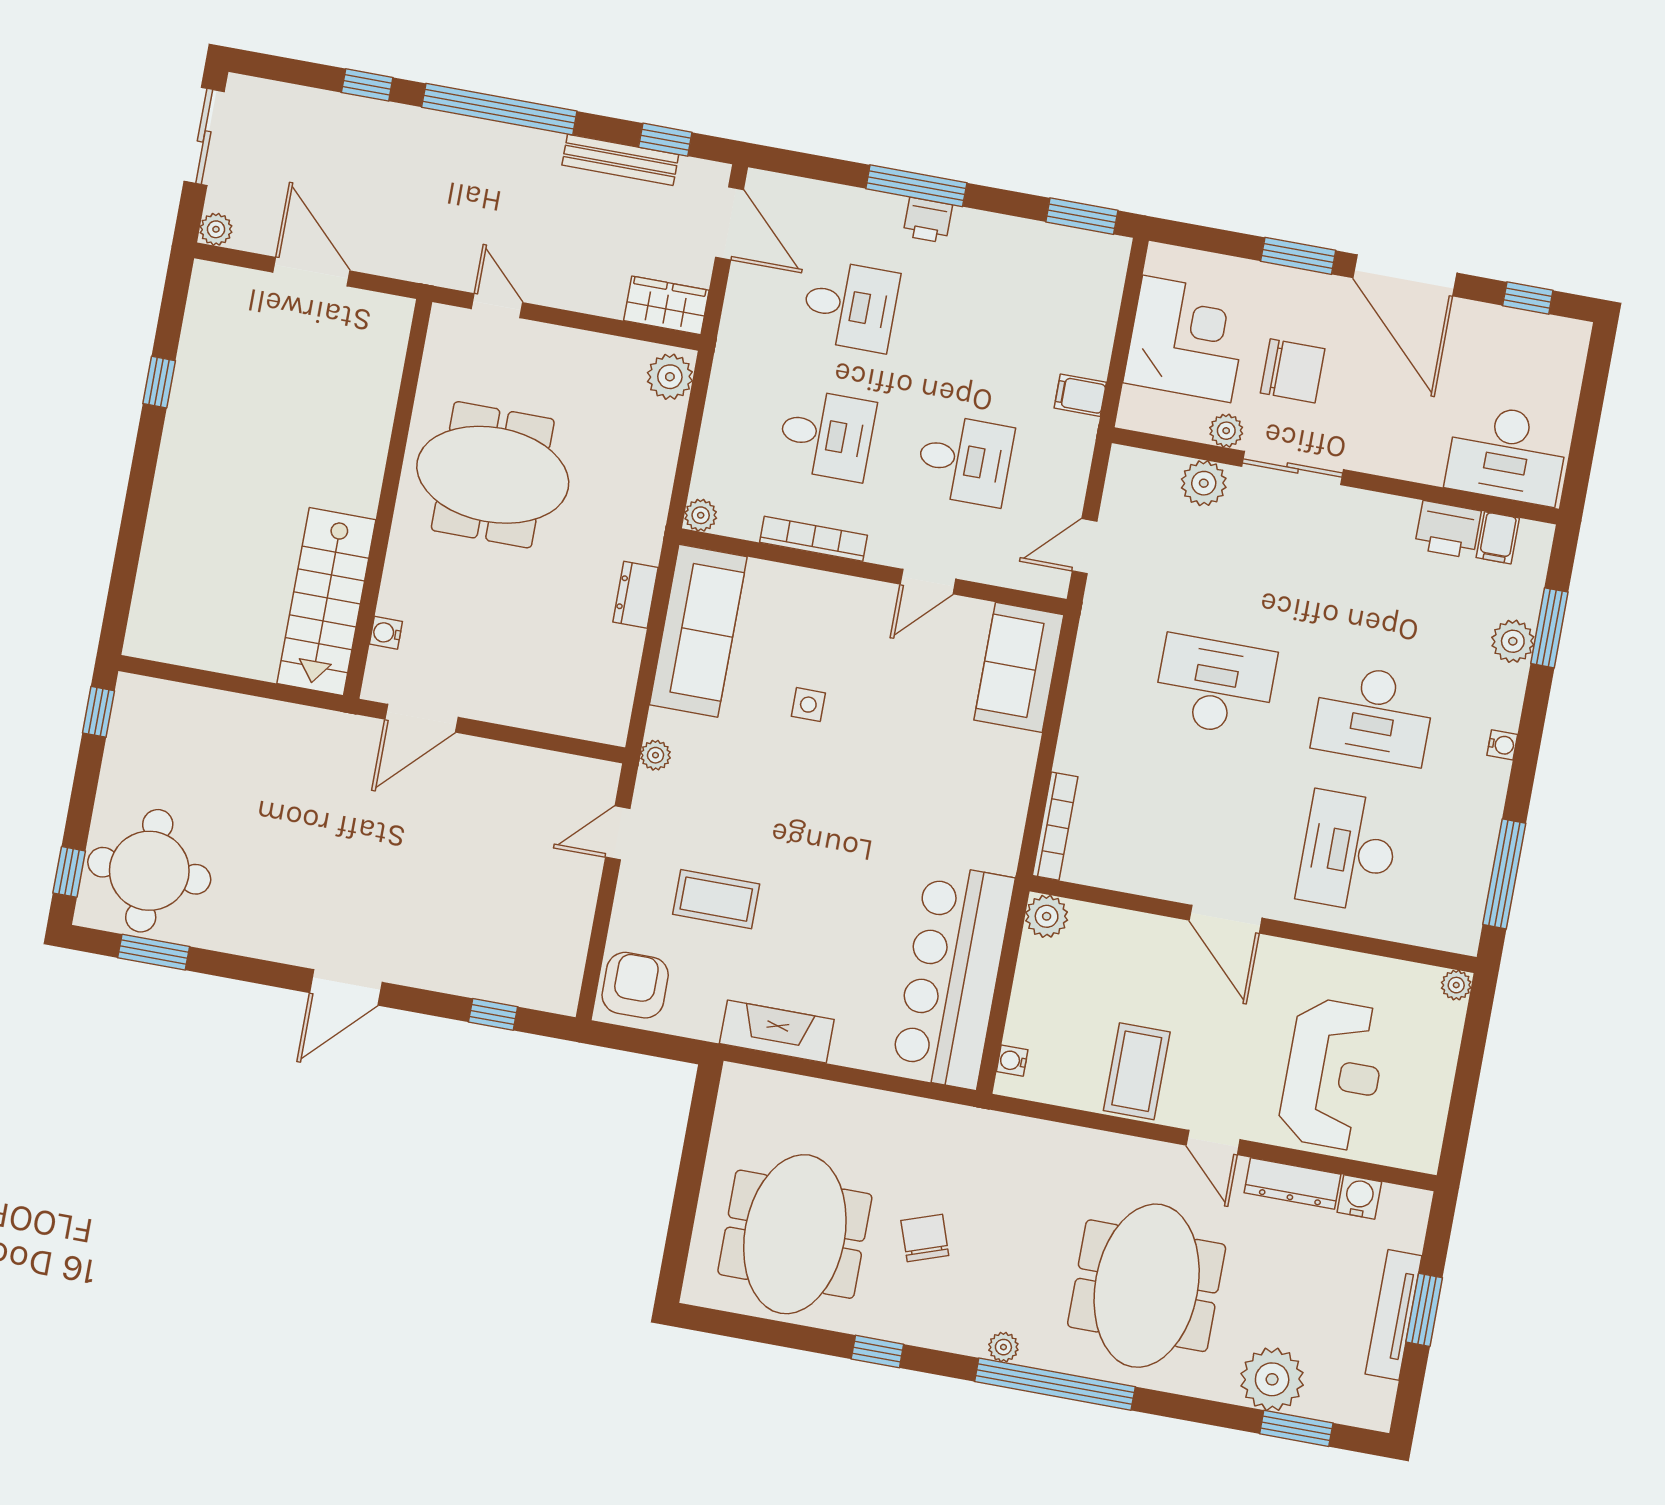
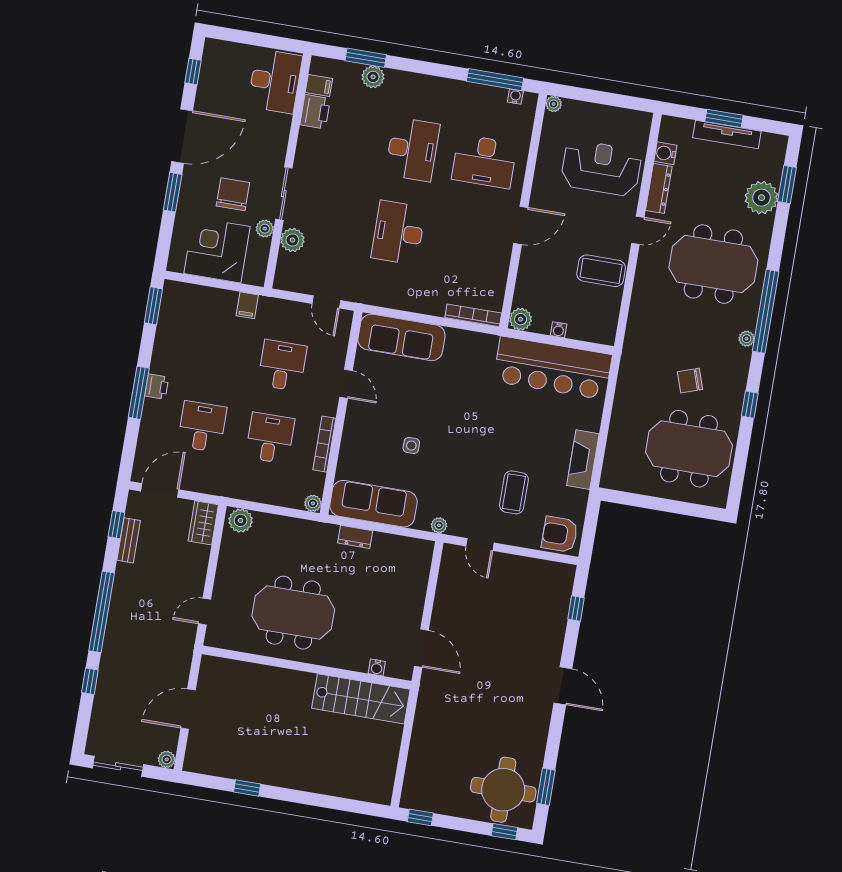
bench: (620, 160) -> (129, 540), width x0.73
meeting table: (493, 475) -> (293, 613), turned 90
sofa: (1019, 667) -> (401, 337), width x1.36
water cooler: (1502, 745) -> (515, 97), moved
water cooler: (1012, 1061) -> (559, 330), moved

